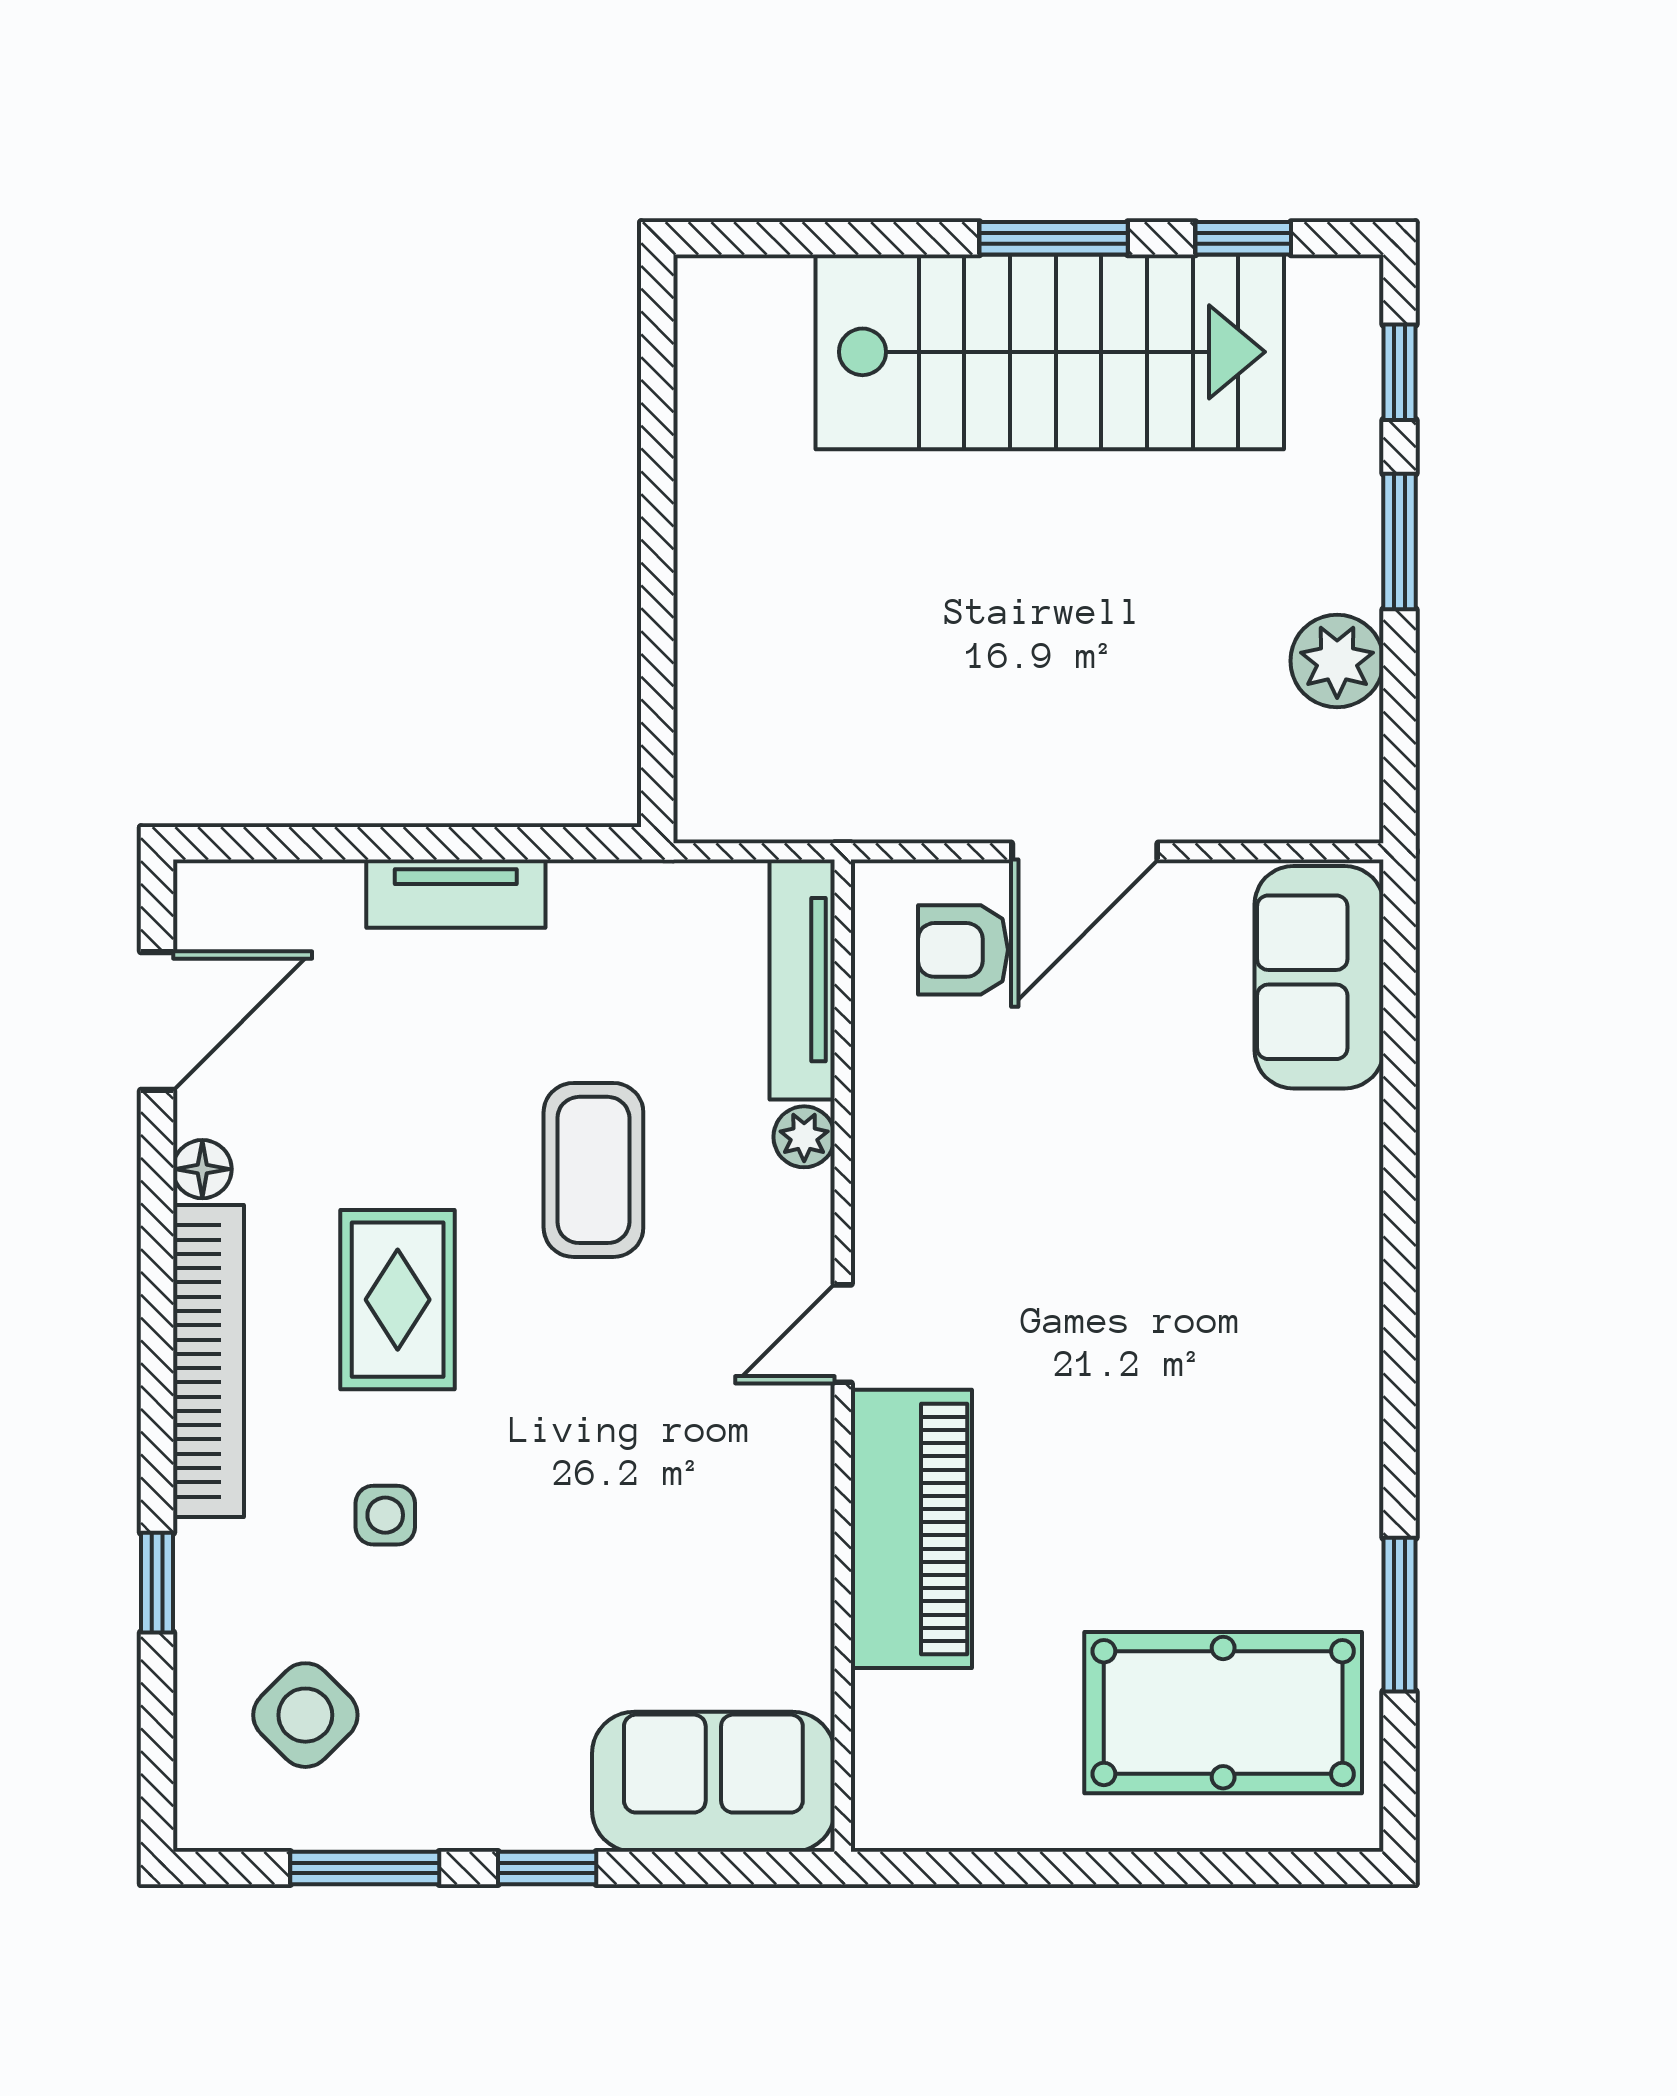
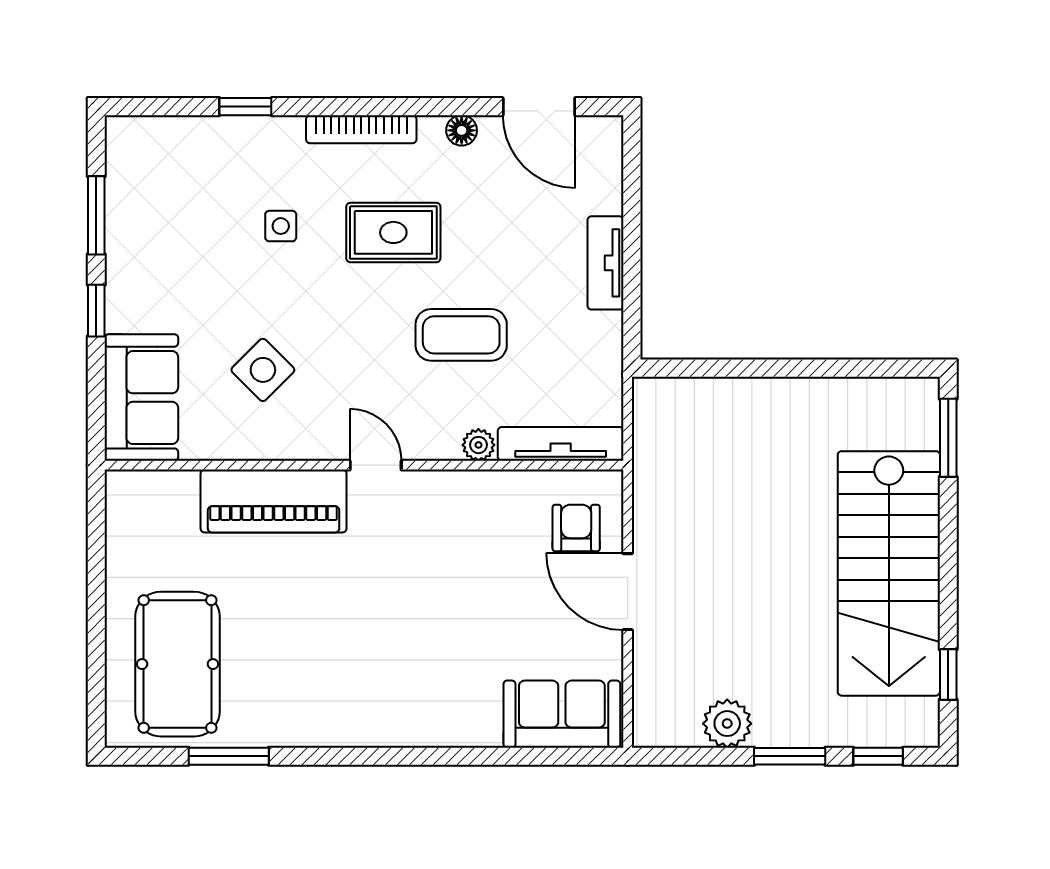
window: (1054, 238) -> (948, 438), moved
bookcase: (208, 1361) -> (361, 129), width x0.68, depth x0.76
side table: (305, 1715) -> (263, 370), moved

